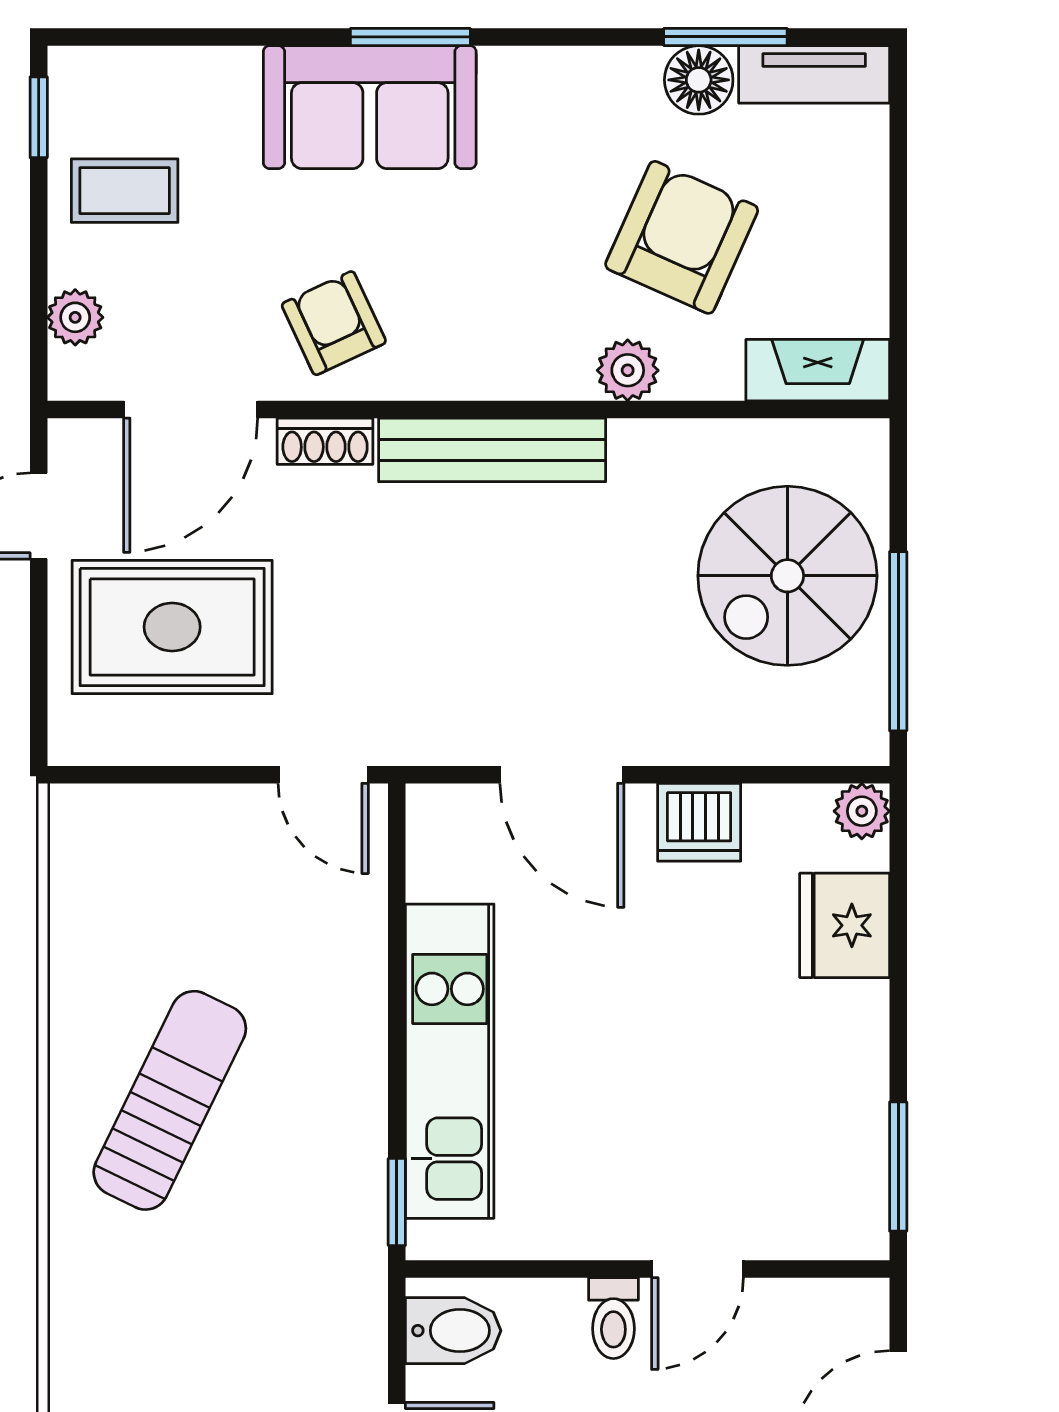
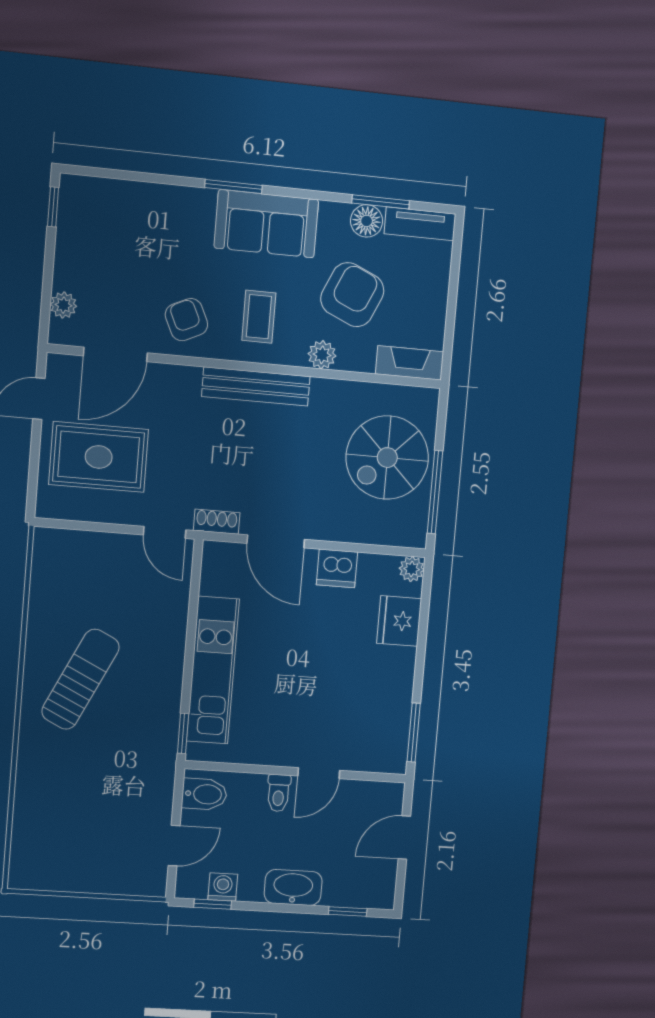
sofa: (370, 107) -> (266, 224), moved
coffee table: (125, 191) -> (259, 317), moved, turned 90
shoe rack: (325, 441) -> (217, 522), moved, turned 180

